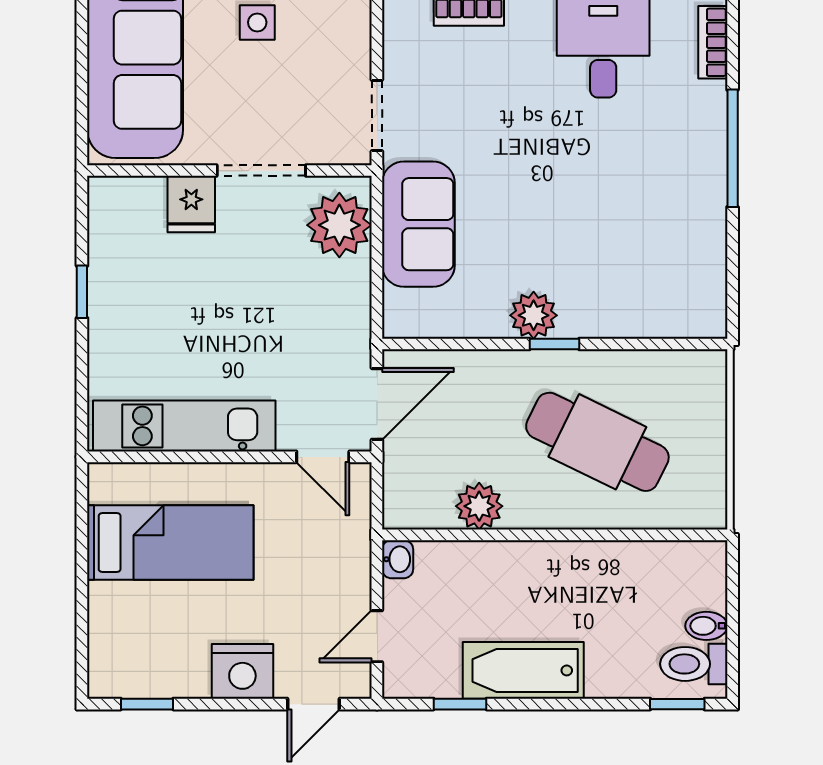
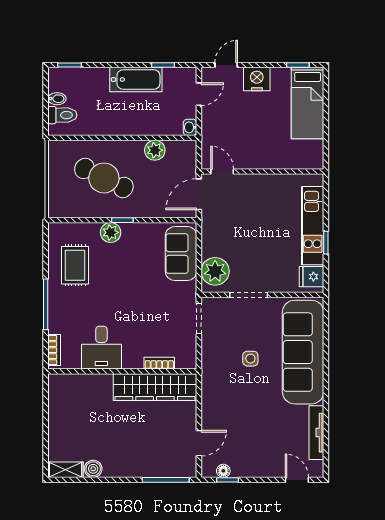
fridge: (191, 204) -> (312, 277), moved, turned -90
sofa: (418, 224) -> (181, 254), moved
rug: (664, 239) -> (75, 265), added
plant: (534, 315) -> (111, 232), moved
kitchen unit: (184, 426) -> (313, 226), moved, turned 90
bed: (170, 543) -> (308, 103), moved, turned -90
toilet: (694, 664) -> (62, 115), moved

